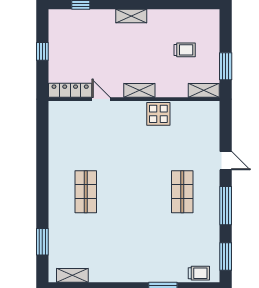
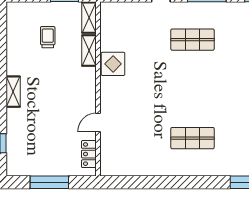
window: (42, 51) -> (49, 182), width x2.17
locker: (70, 90) -> (89, 154), width x0.66
shelving: (139, 90) -> (89, 51), moved

